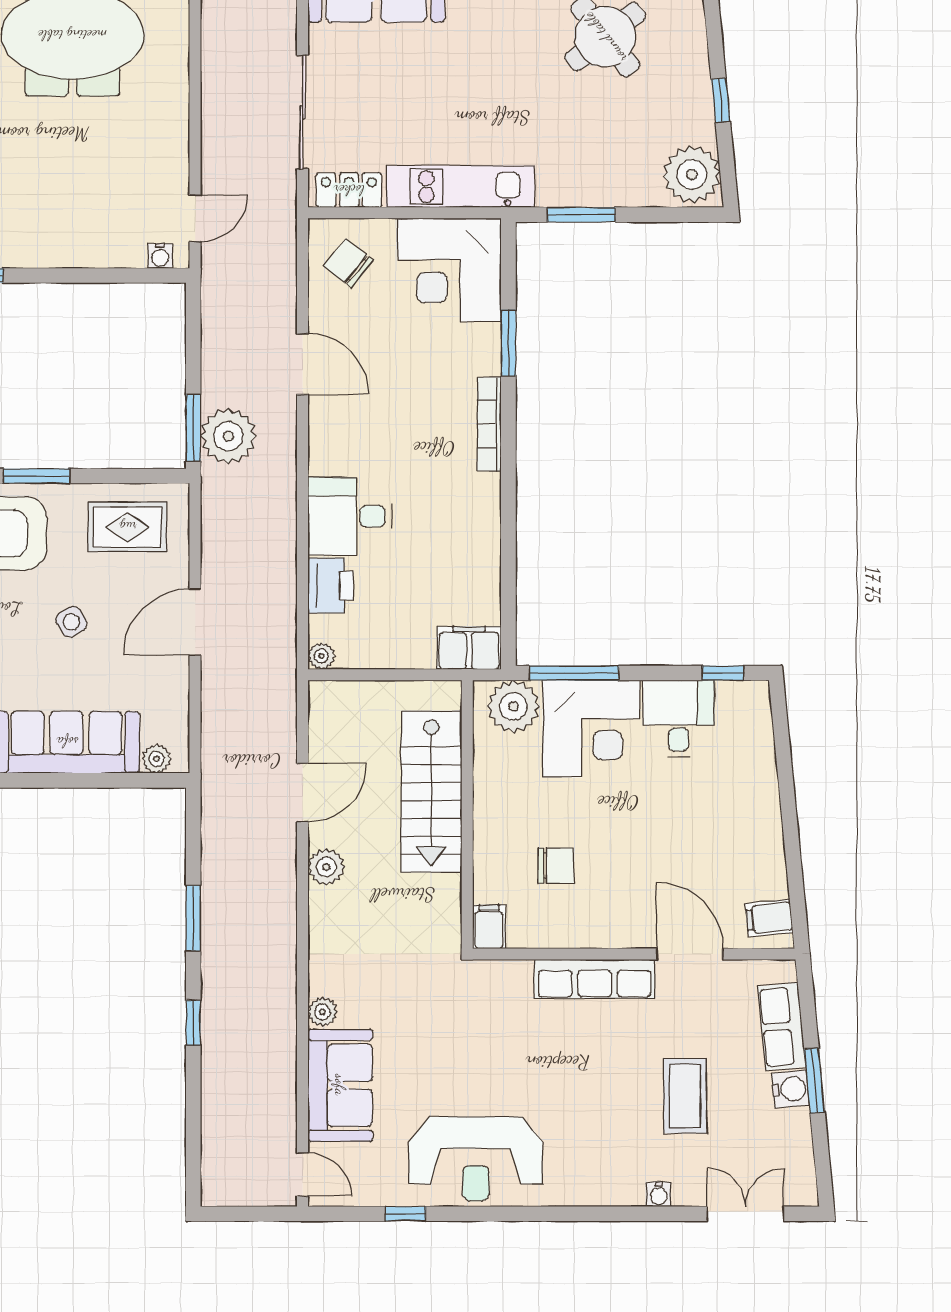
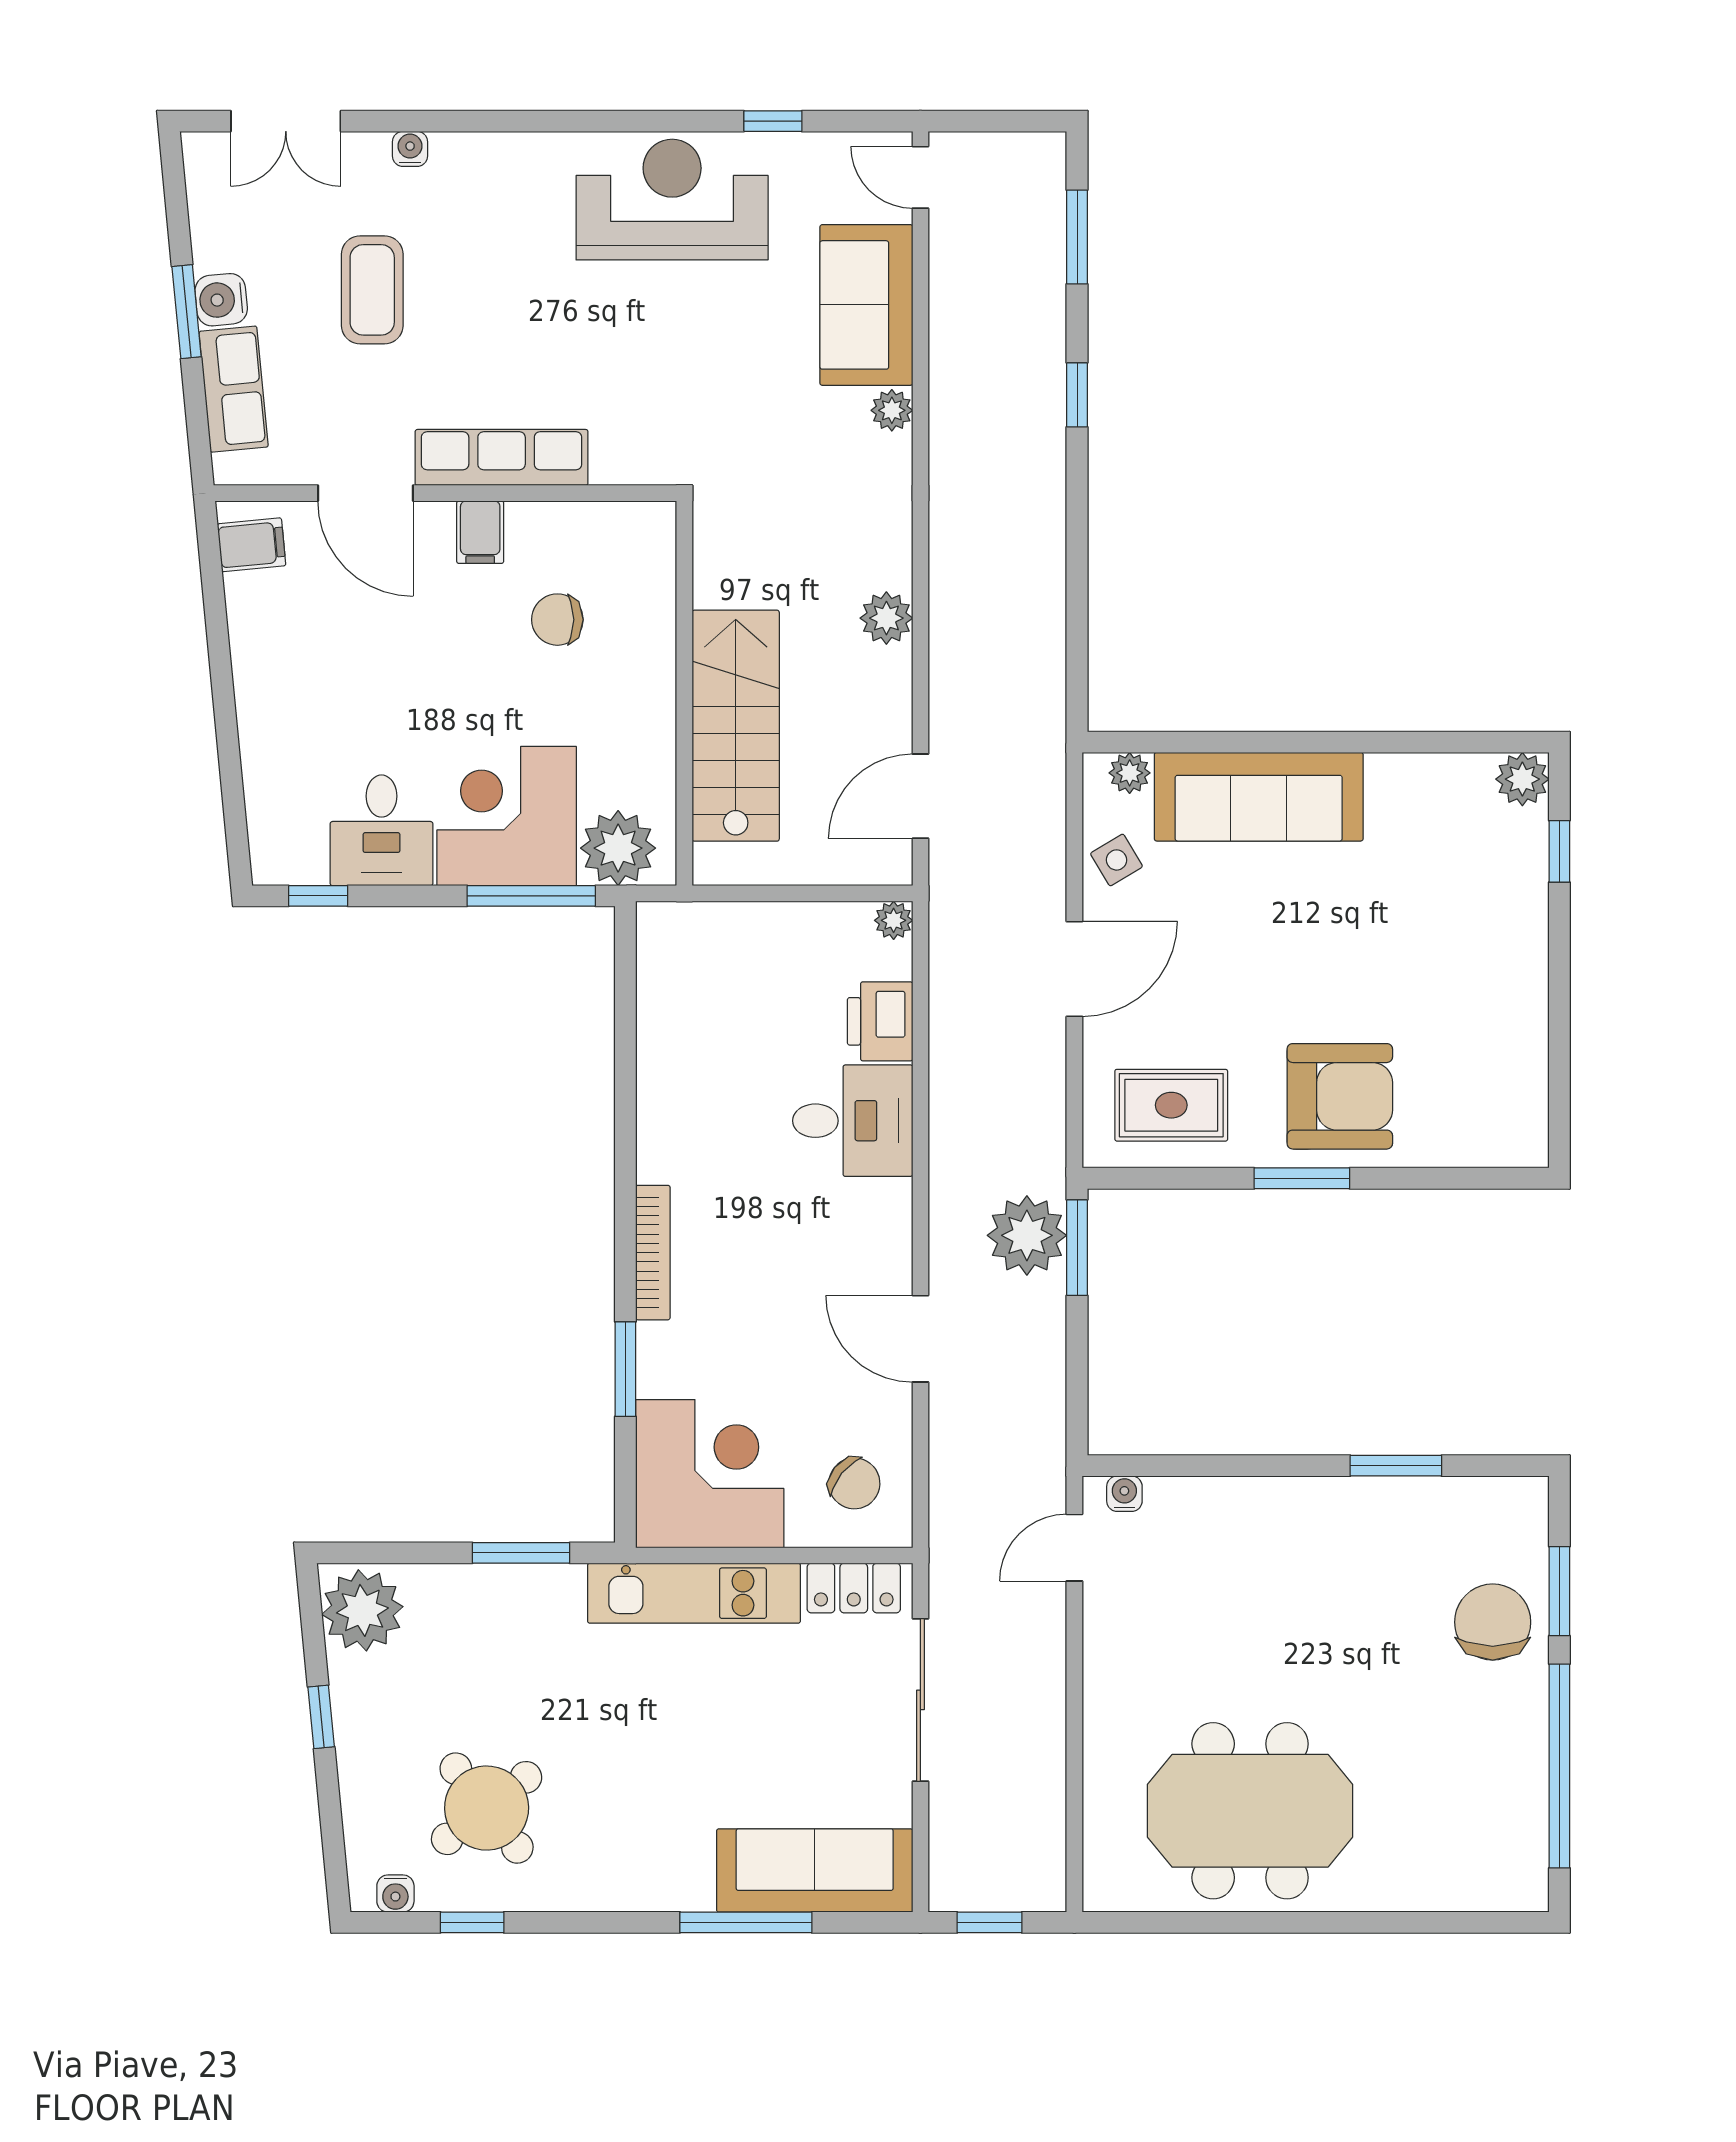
side table: (71, 622) -> (1116, 860), moved
filing cabinet: (469, 648) -> (682, 932), removed
door: (302, 793) -> (920, 796), moved
window: (193, 918) -> (1077, 237), moved
filing cabinet: (489, 927) -> (480, 532), moved

